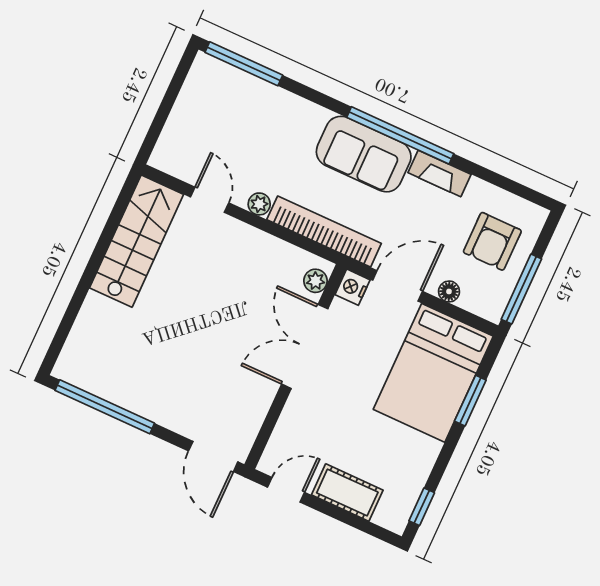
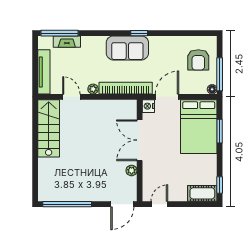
tv unit: (178, 126) -> (44, 72), added
window: (400, 135) -> (139, 33), width x0.32
fireplace: (439, 173) -> (67, 42), moved
plant: (316, 281) -> (132, 170), moved
floor lamp: (449, 291) -> (212, 89), moved
door: (213, 456) -> (122, 204), hinge flipped
cot: (347, 492) -> (202, 193), moved

